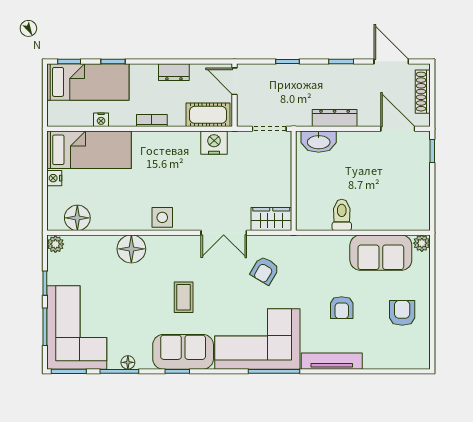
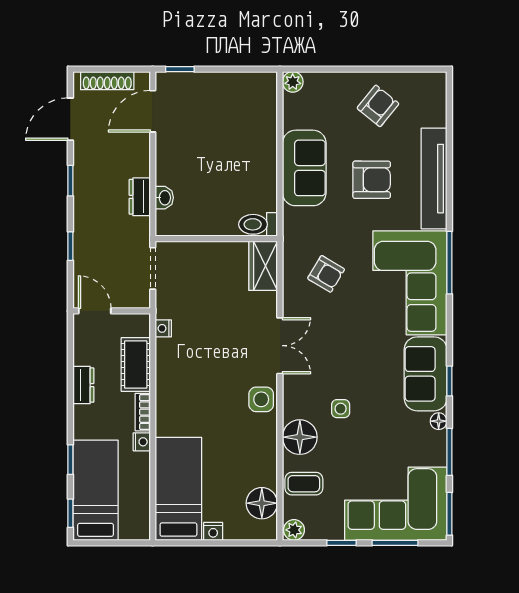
door: (235, 81) -> (95, 311), swing flipped
cot: (208, 115) -> (136, 364), moved
dresser: (335, 118) -> (140, 197), width x0.70
nightstand: (101, 120) -> (142, 442), moved
washbasin: (319, 142) -> (164, 198), width x0.52, depth x0.69
nightstand: (214, 143) -> (163, 328), width x0.53, depth x0.56
toilet: (342, 215) -> (258, 224), moved
double door: (224, 233) -> (280, 346), moved
sofa: (381, 253) -> (304, 168), moved
side table: (155, 282) -> (341, 409), added
coffee table: (184, 297) -> (304, 484), moved
armchair: (342, 308) -> (372, 180), width x1.38, depth x1.38
armchair: (402, 313) -> (378, 106), turned 129
tv unit: (332, 361) -> (434, 179), width x1.36, depth x1.29
floor lamp: (128, 362) -> (439, 421), moved

